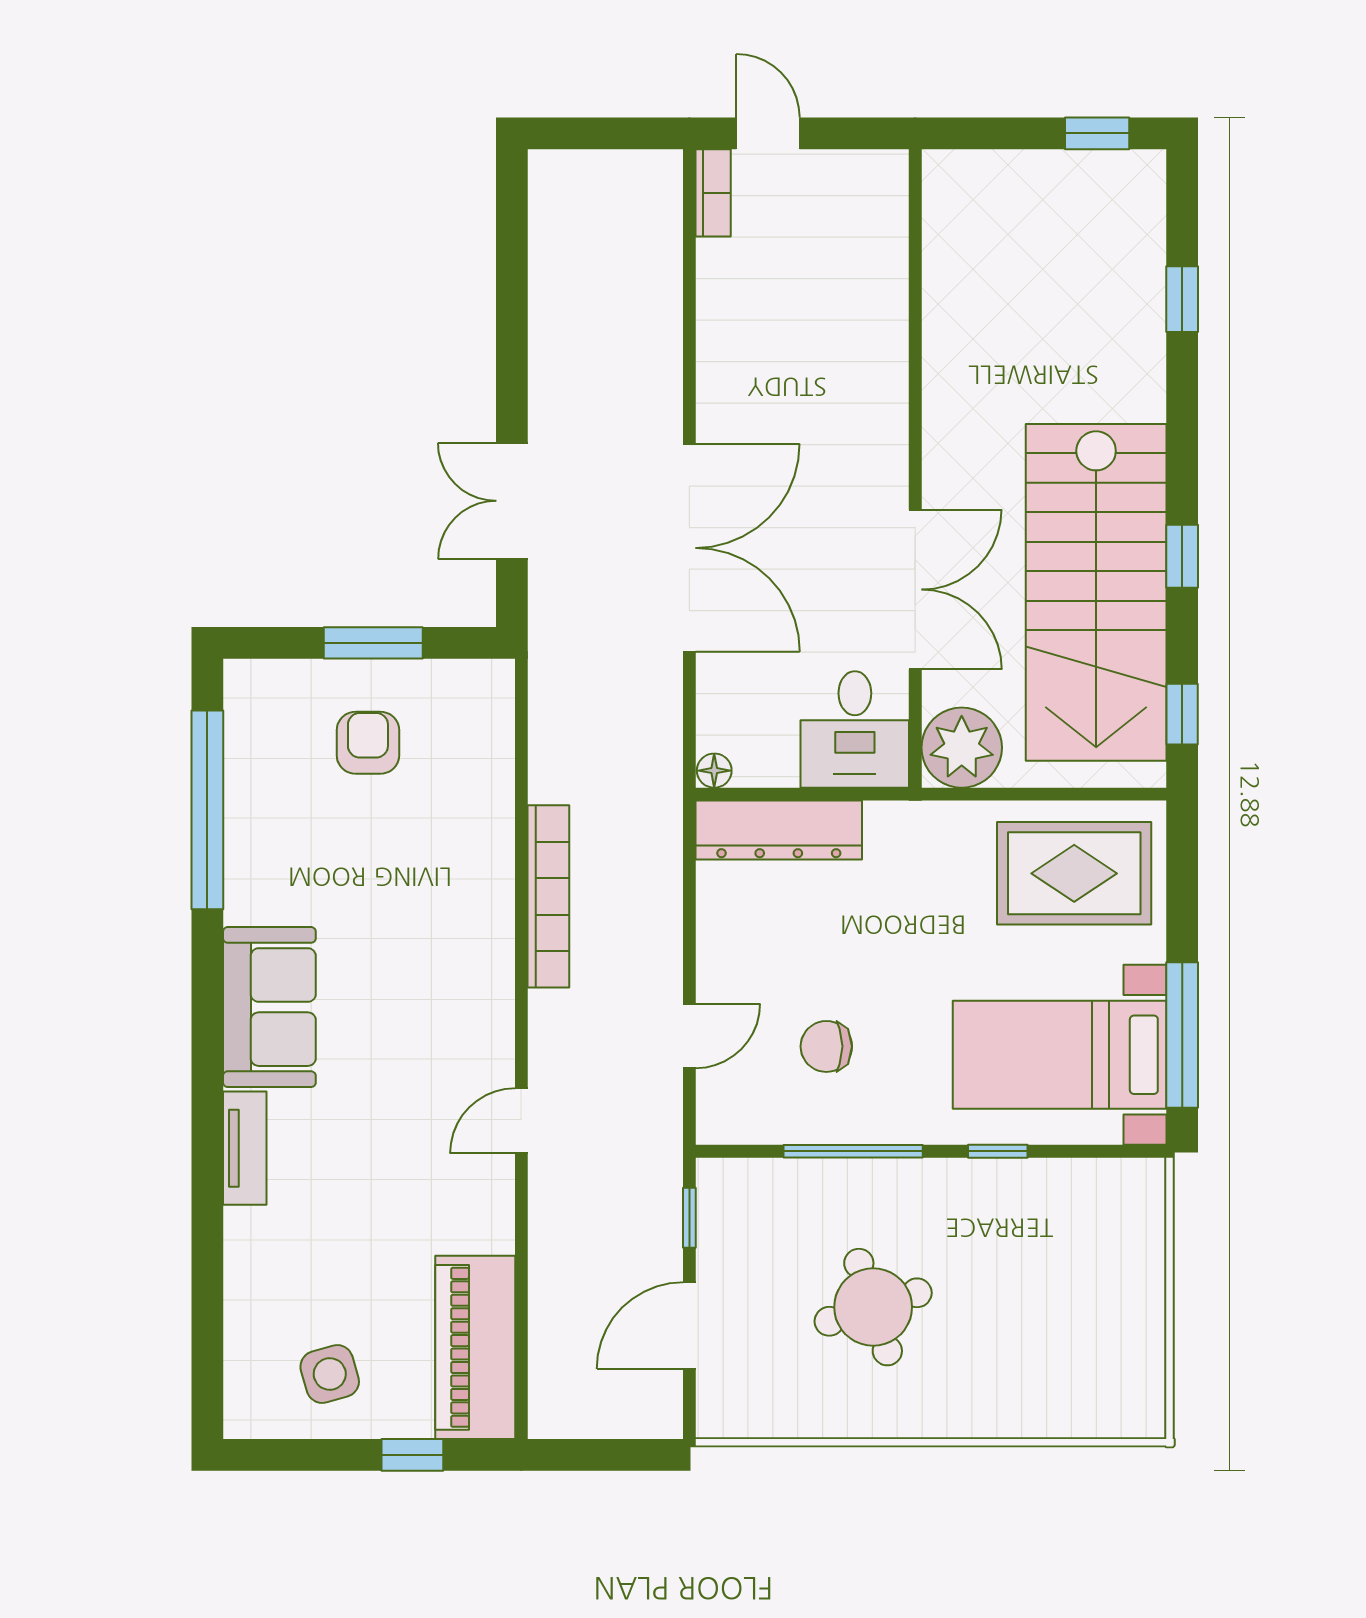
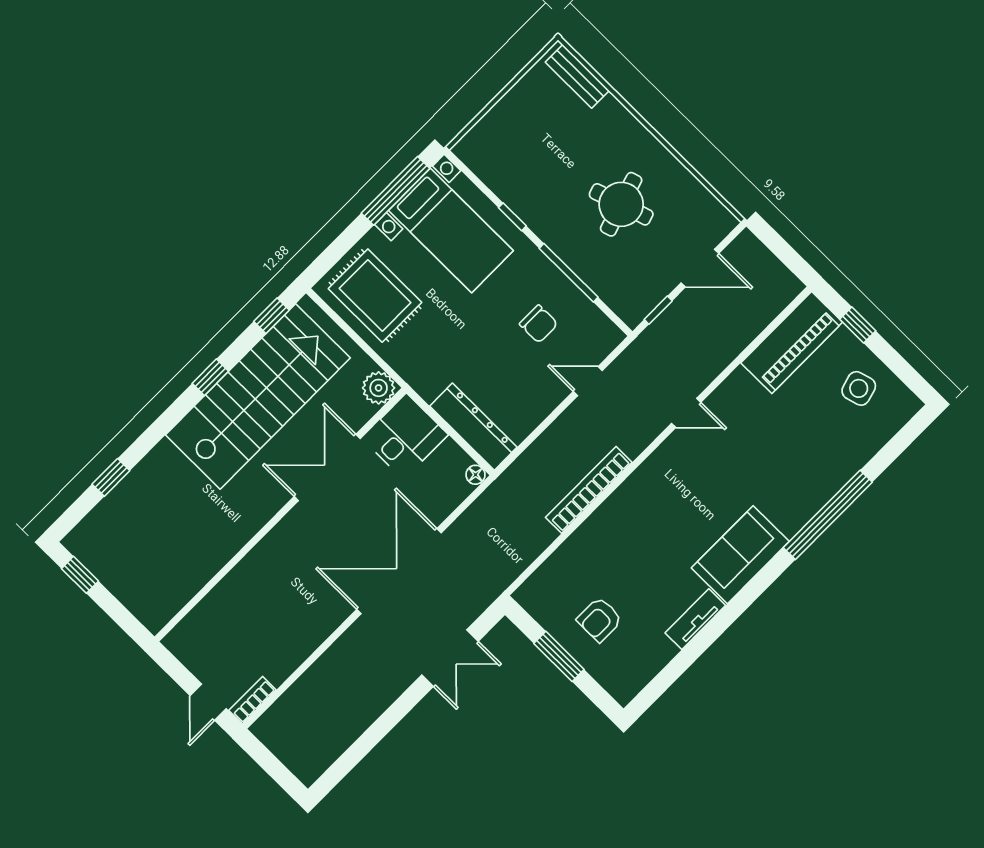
plant: (962, 748) -> (379, 388), width x0.73, depth x0.73
window: (207, 810) -> (828, 515), moved
tv unit: (245, 1148) -> (695, 619), moved
bench: (1094, 1416) -> (577, 76), added

